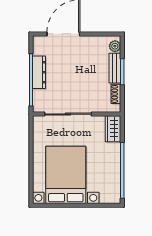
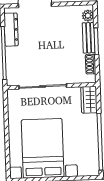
dresser: (39, 72) -> (11, 30), moved

